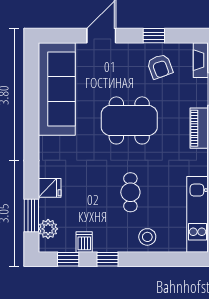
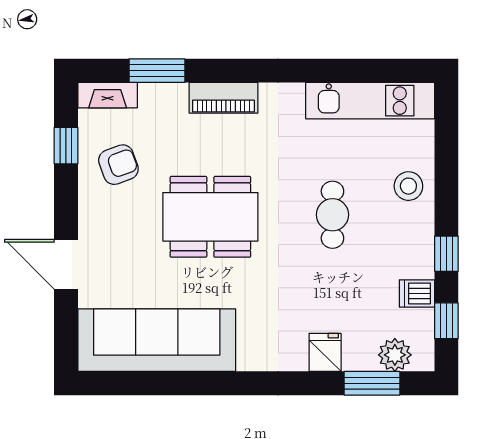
window: (154, 36) -> (66, 146), moved
dining table: (129, 120) -> (210, 217), turned 90
cafe table: (130, 192) -> (332, 215), turned 90

